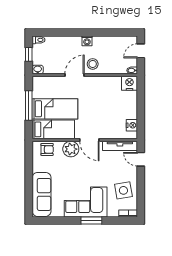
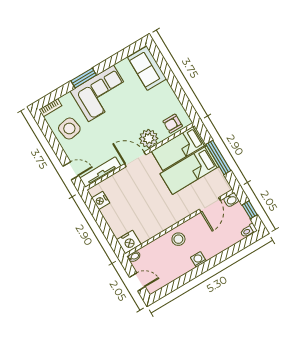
door: (141, 51) -> (137, 282), hinge flipped
door: (75, 75) -> (210, 205), moved
sofa: (42, 194) -> (147, 68), width x0.73

